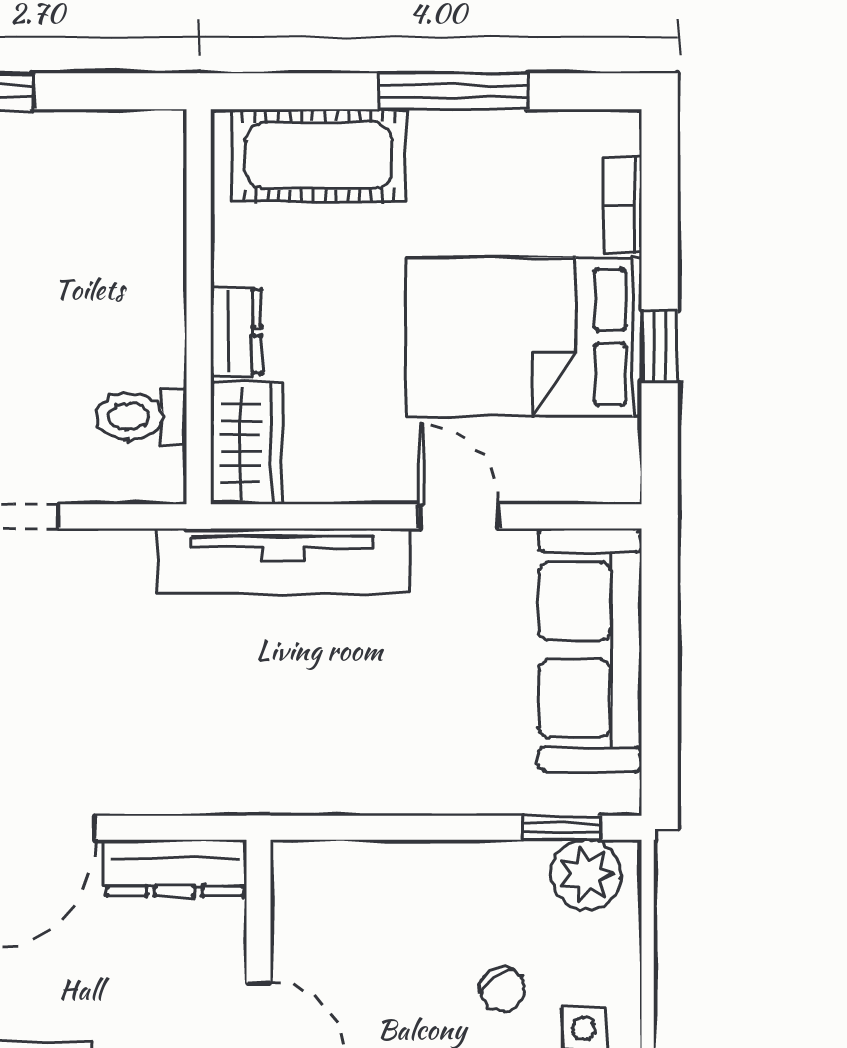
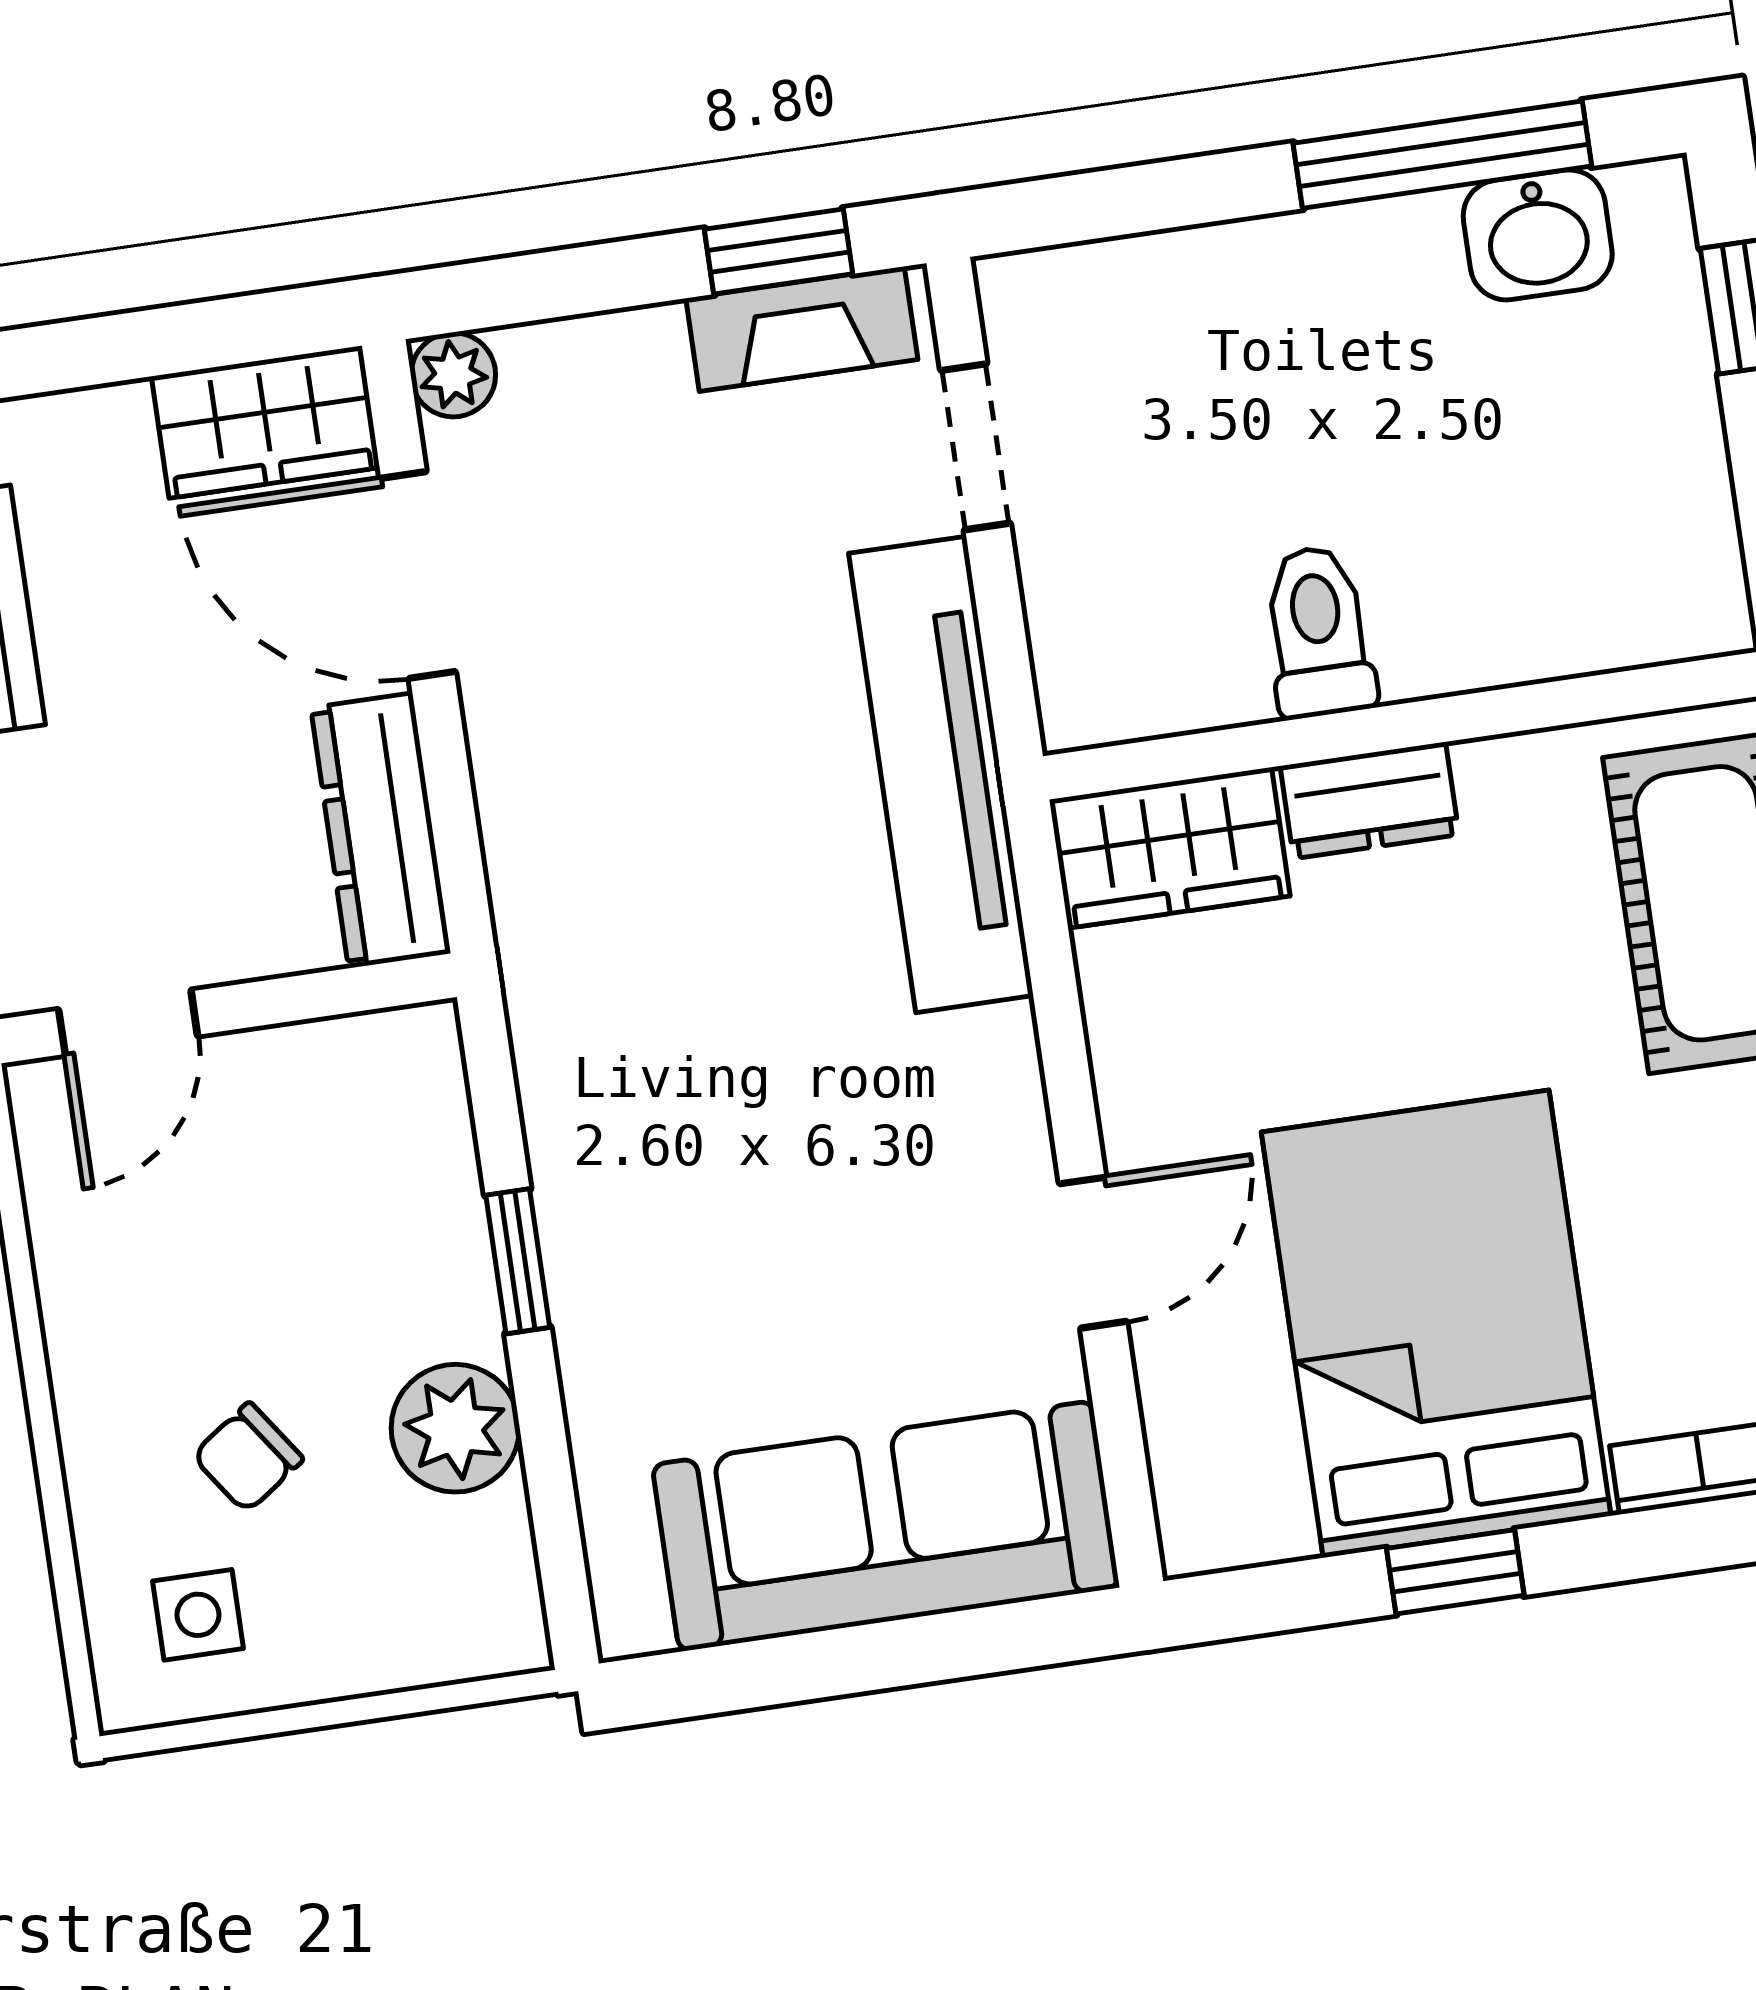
toilet: (141, 416) -> (1318, 632), moved
tv unit: (283, 561) -> (941, 774), moved
window: (562, 828) -> (518, 1261), moved
plant: (586, 875) -> (455, 1428), moved

